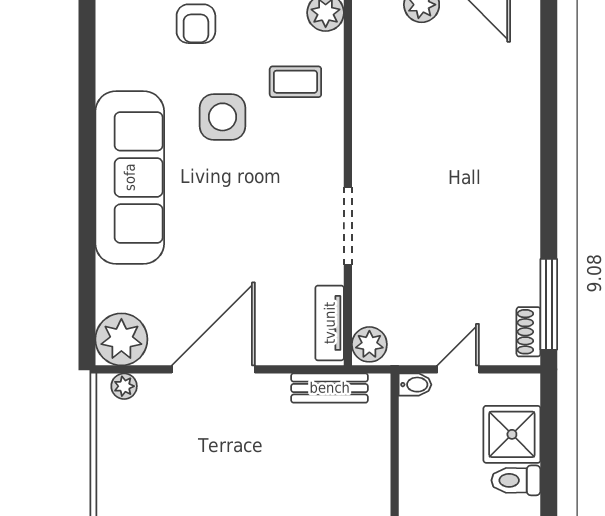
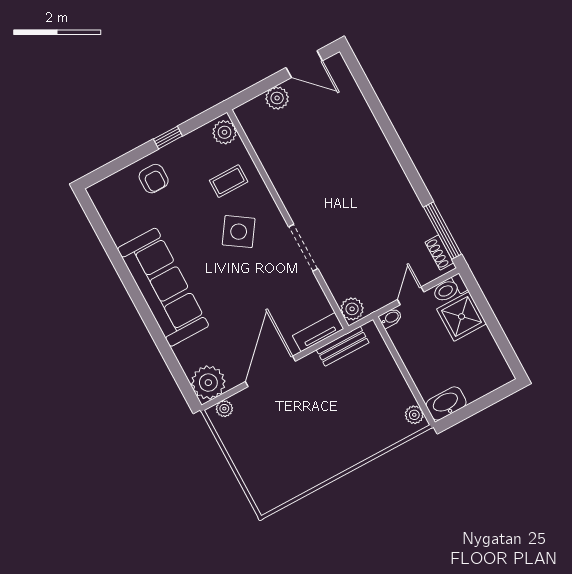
side table: (223, 117) -> (239, 232), moved, turned 34
tv unit: (330, 323) -> (318, 332), moved, turned 90
toilet: (516, 480) -> (450, 289), moved

